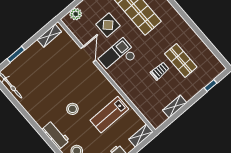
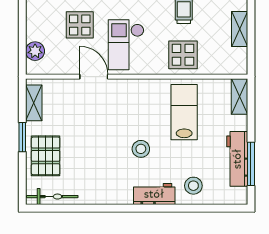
window: (16, 54) -> (22, 137), moved
pallet: (28, 64) -> (46, 156), added
display table: (138, 89) -> (183, 55), added
lab bench: (109, 115) -> (184, 112), turned 180

